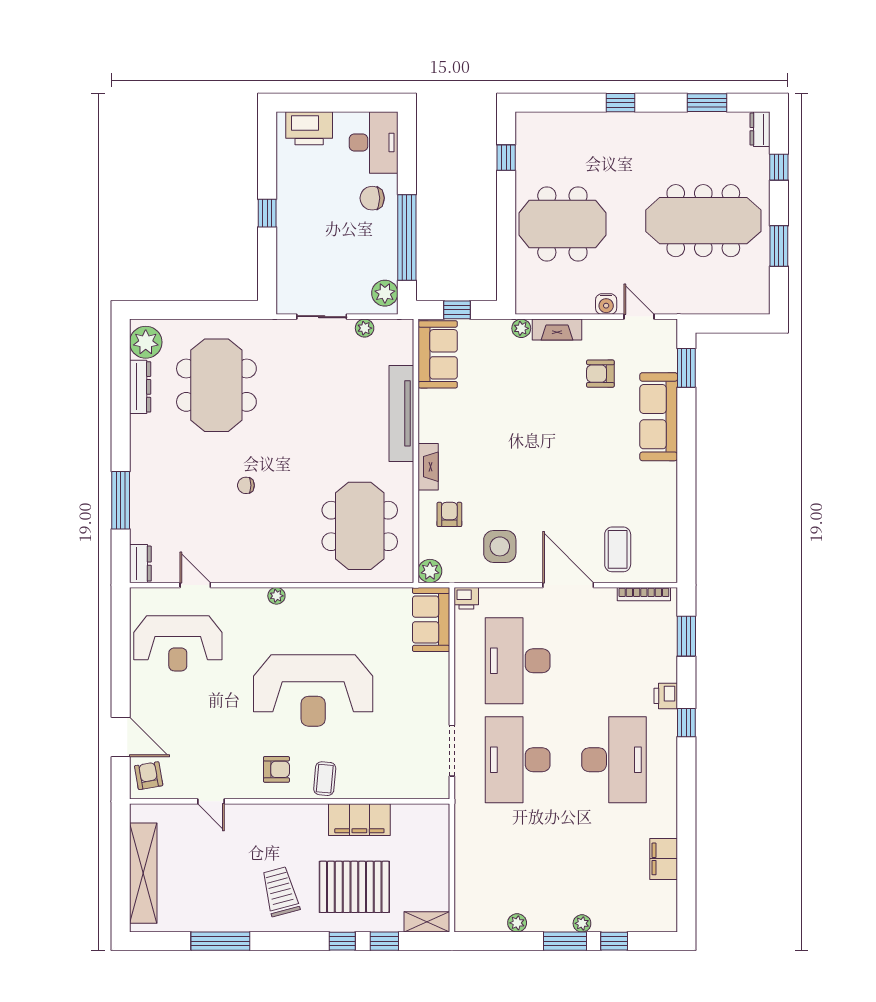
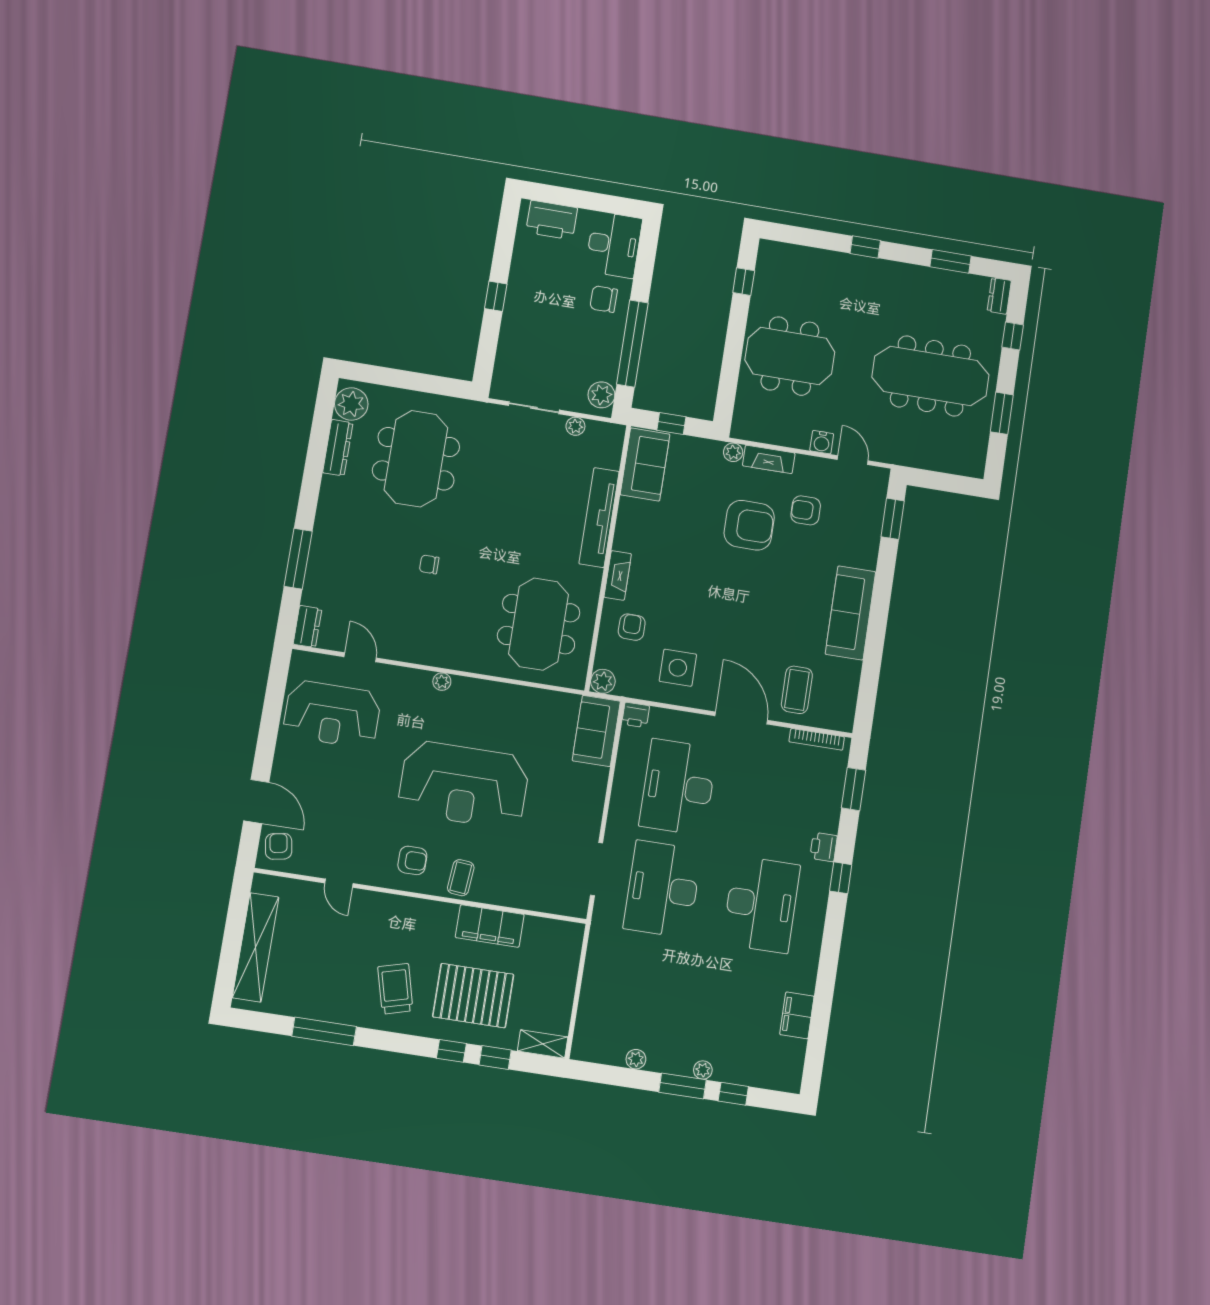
armchair: (548, 397) -> (749, 525), added
sofa: (659, 417) -> (850, 613), moved

